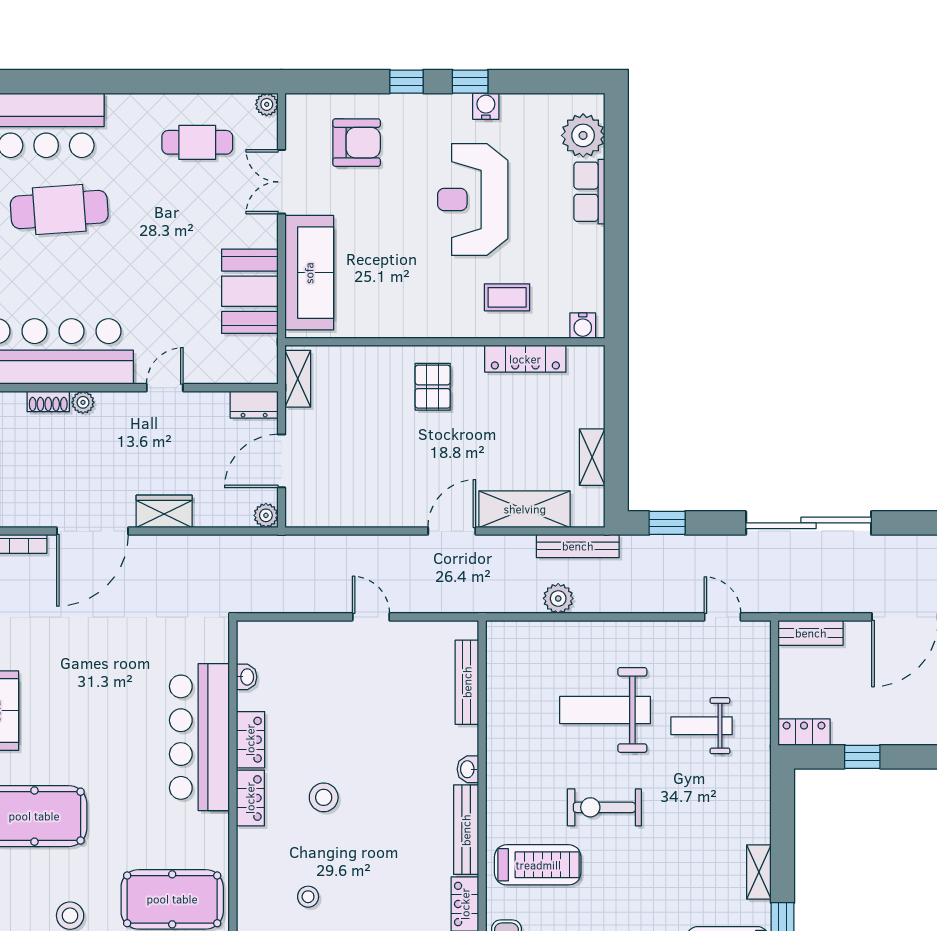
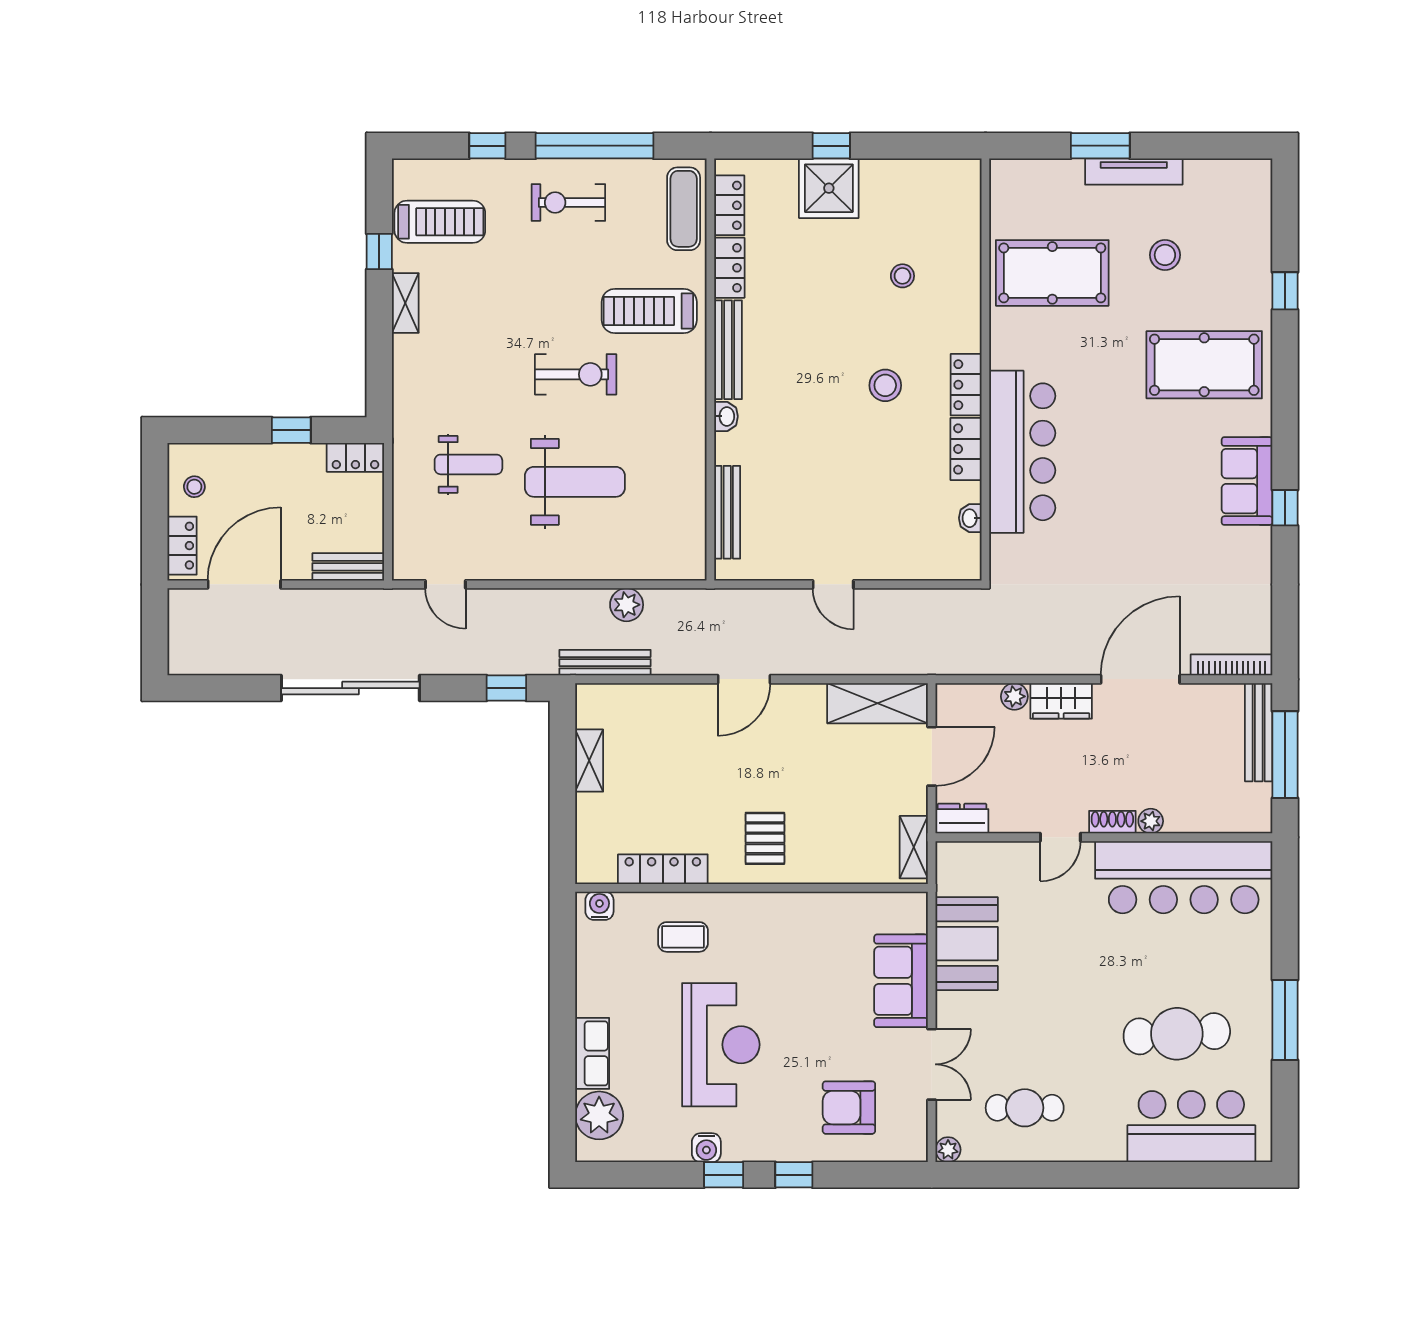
sofa: (309, 273) -> (901, 981), width x0.73
shoe rack: (48, 401) -> (1112, 822), moved
shelving: (525, 509) -> (877, 703), moved
plant: (266, 515) -> (1014, 696), moved

